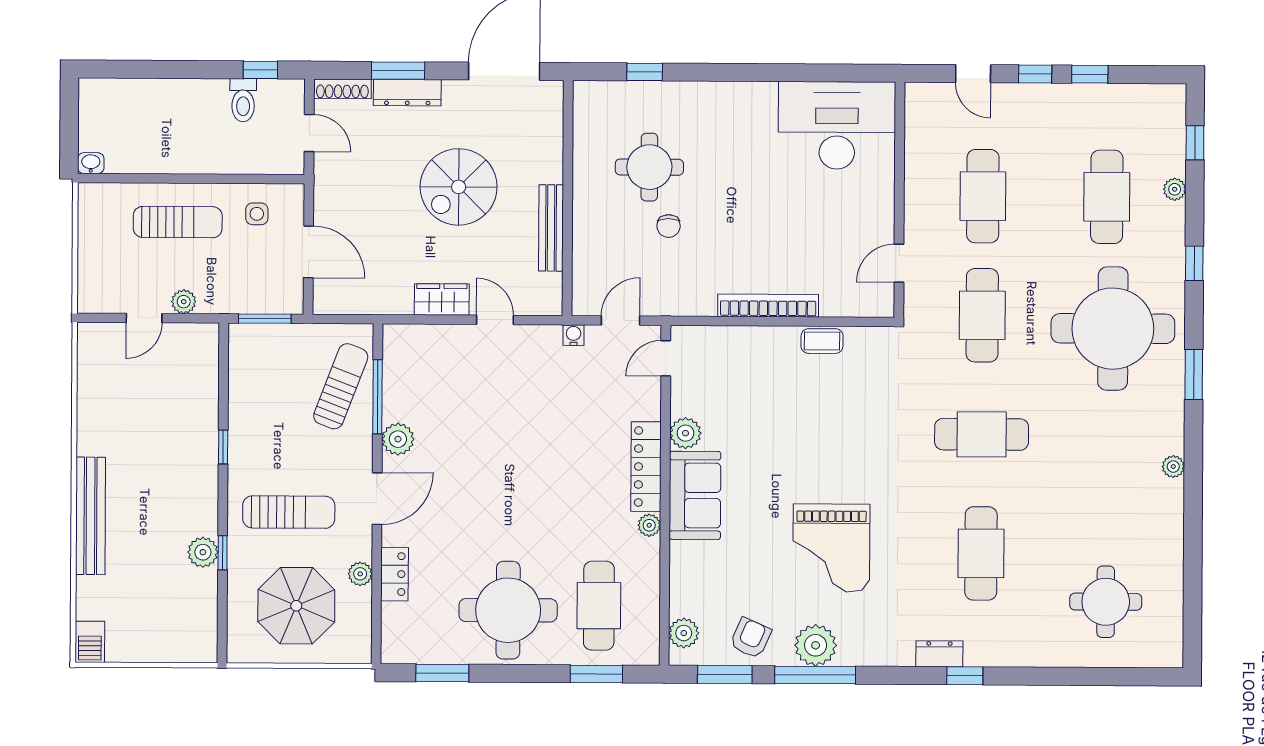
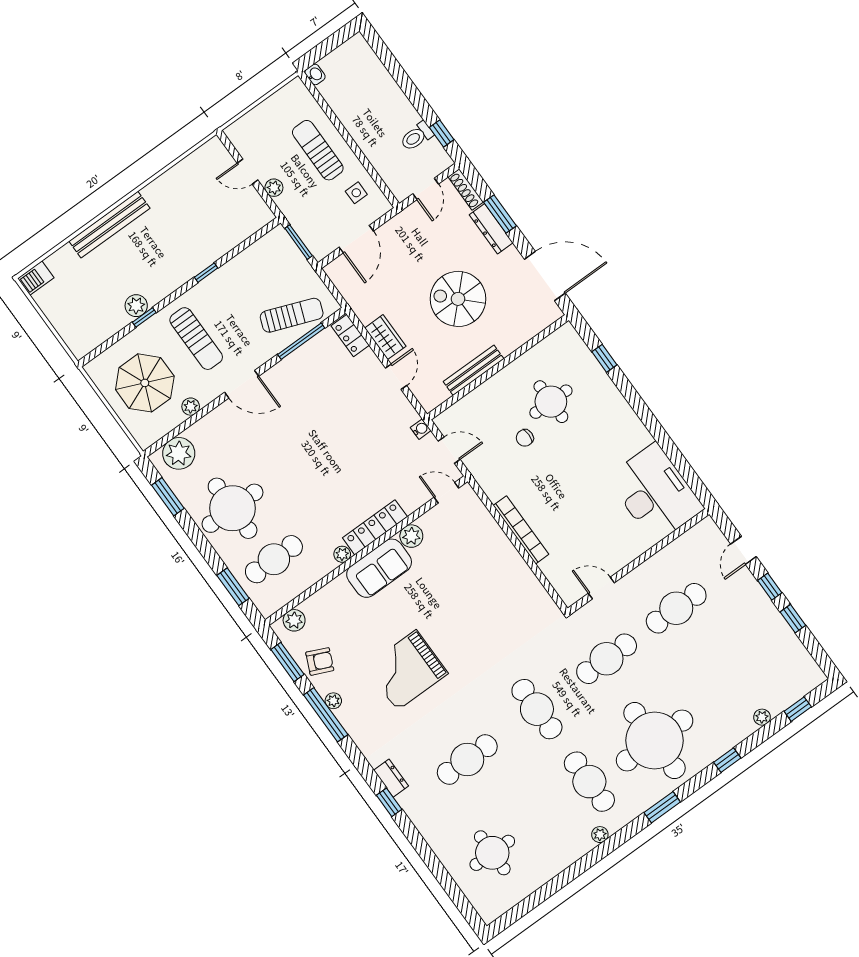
cafe table: (1107, 197) -> (589, 782), moved, turned 90
sun lounger: (178, 222) -> (318, 150), turned 180
coffee table: (822, 341) -> (523, 576), removed
plant: (398, 439) -> (179, 453), moved, width x1.36, depth x1.36
locker: (395, 574) -> (350, 335), moved, turned 90
plant: (816, 645) -> (333, 701), width x0.53, depth x0.53

